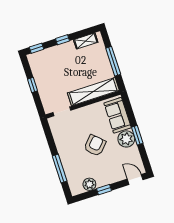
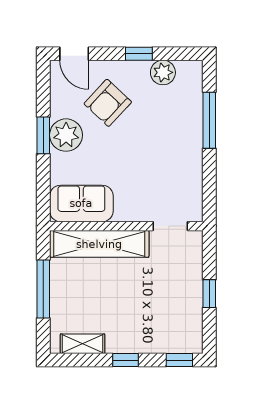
sofa: (118, 115) -> (81, 203), moved, turned -90
armchair: (95, 145) -> (108, 103), moved

